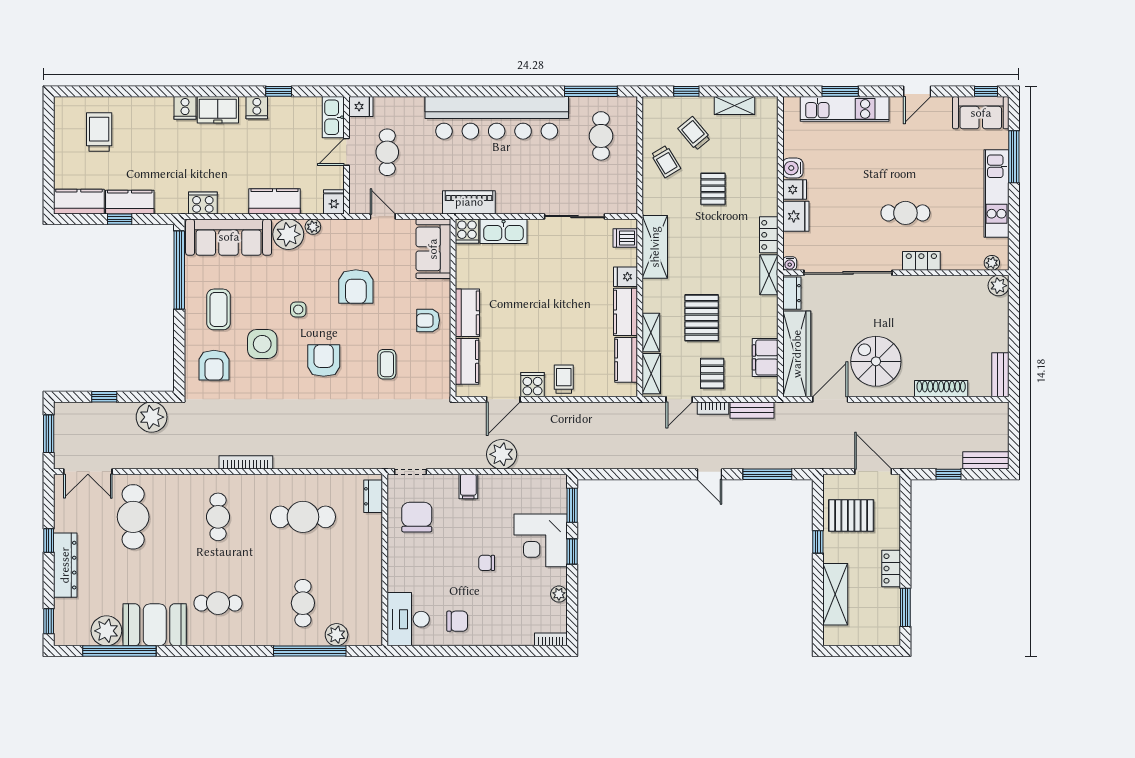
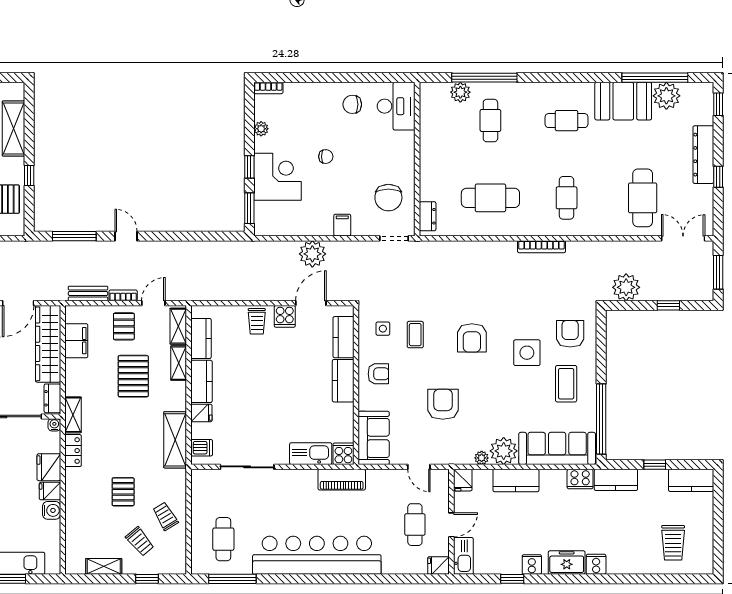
kitchen counter: (130, 202) -> (616, 480), moved
side table: (298, 310) -> (383, 329), moved

